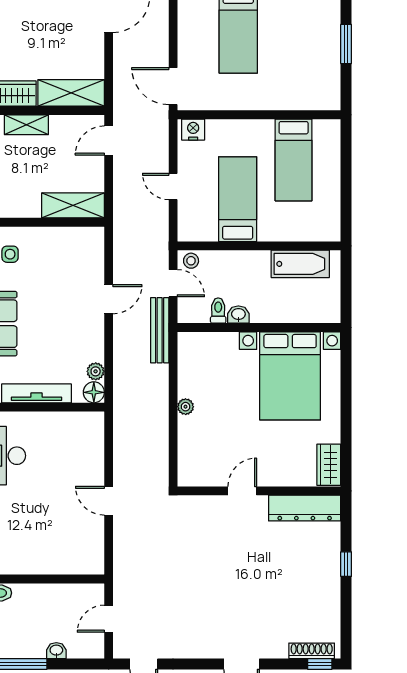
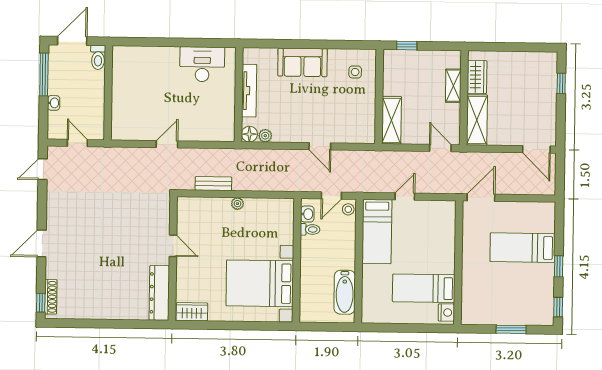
nightstand: (193, 130) -> (446, 313), moved
bed: (238, 199) -> (377, 232), moved, turned 90
washbasin: (238, 315) -> (307, 214), moved
bench: (160, 330) -> (213, 184), moved, width x0.73
window: (346, 564) -> (116, 324), removed

